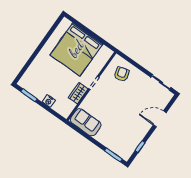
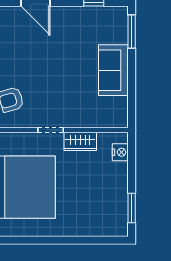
nightstand: (49, 101) -> (120, 152), moved
sofa: (86, 122) -> (113, 70), moved

